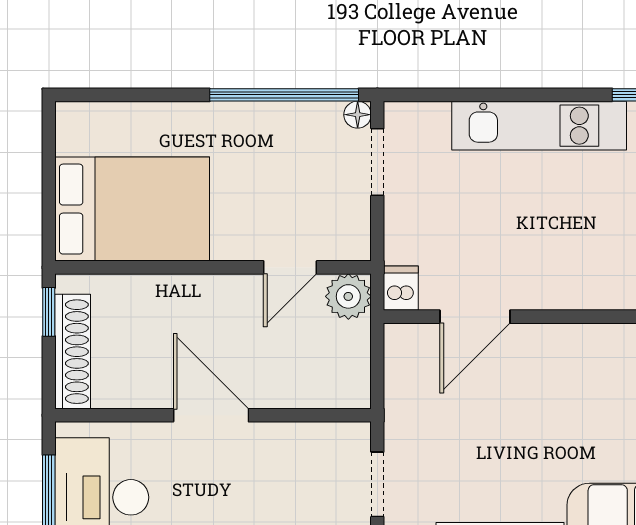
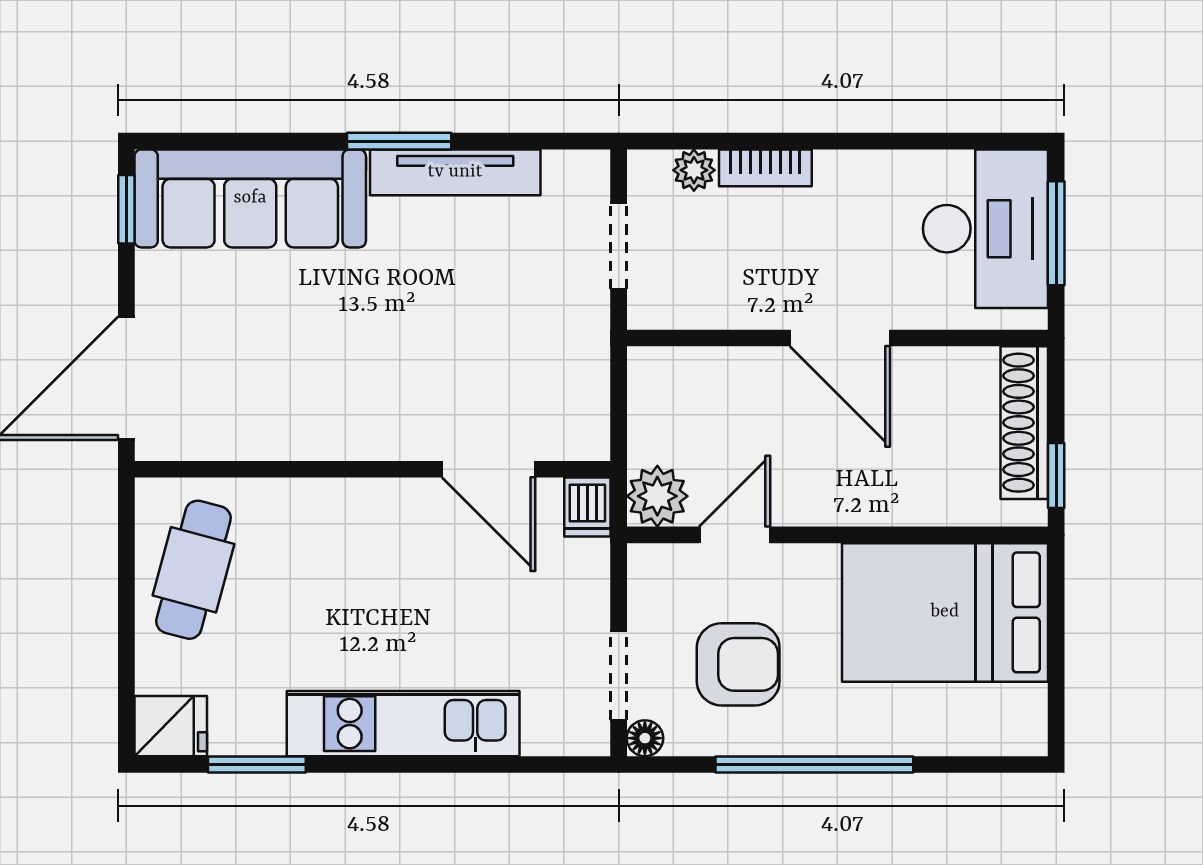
window: (284, 95) -> (814, 765), moved
armchair: (288, 170) -> (738, 664), added
door: (475, 317) -> (489, 469), swing flipped

